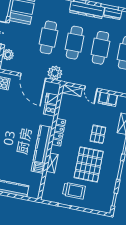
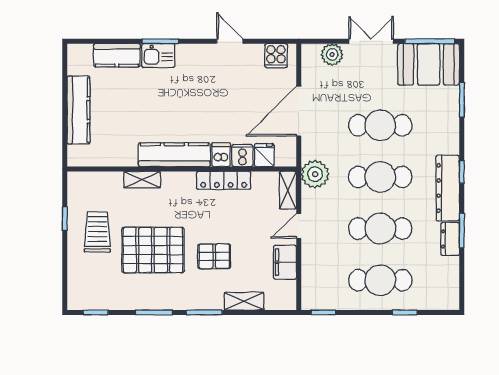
plant: (55, 73) -> (315, 174), moved
locker: (59, 132) -> (224, 180), moved
dishwasher: (38, 168) -> (221, 155), moved
trolley: (74, 191) -> (97, 232), turned 180

